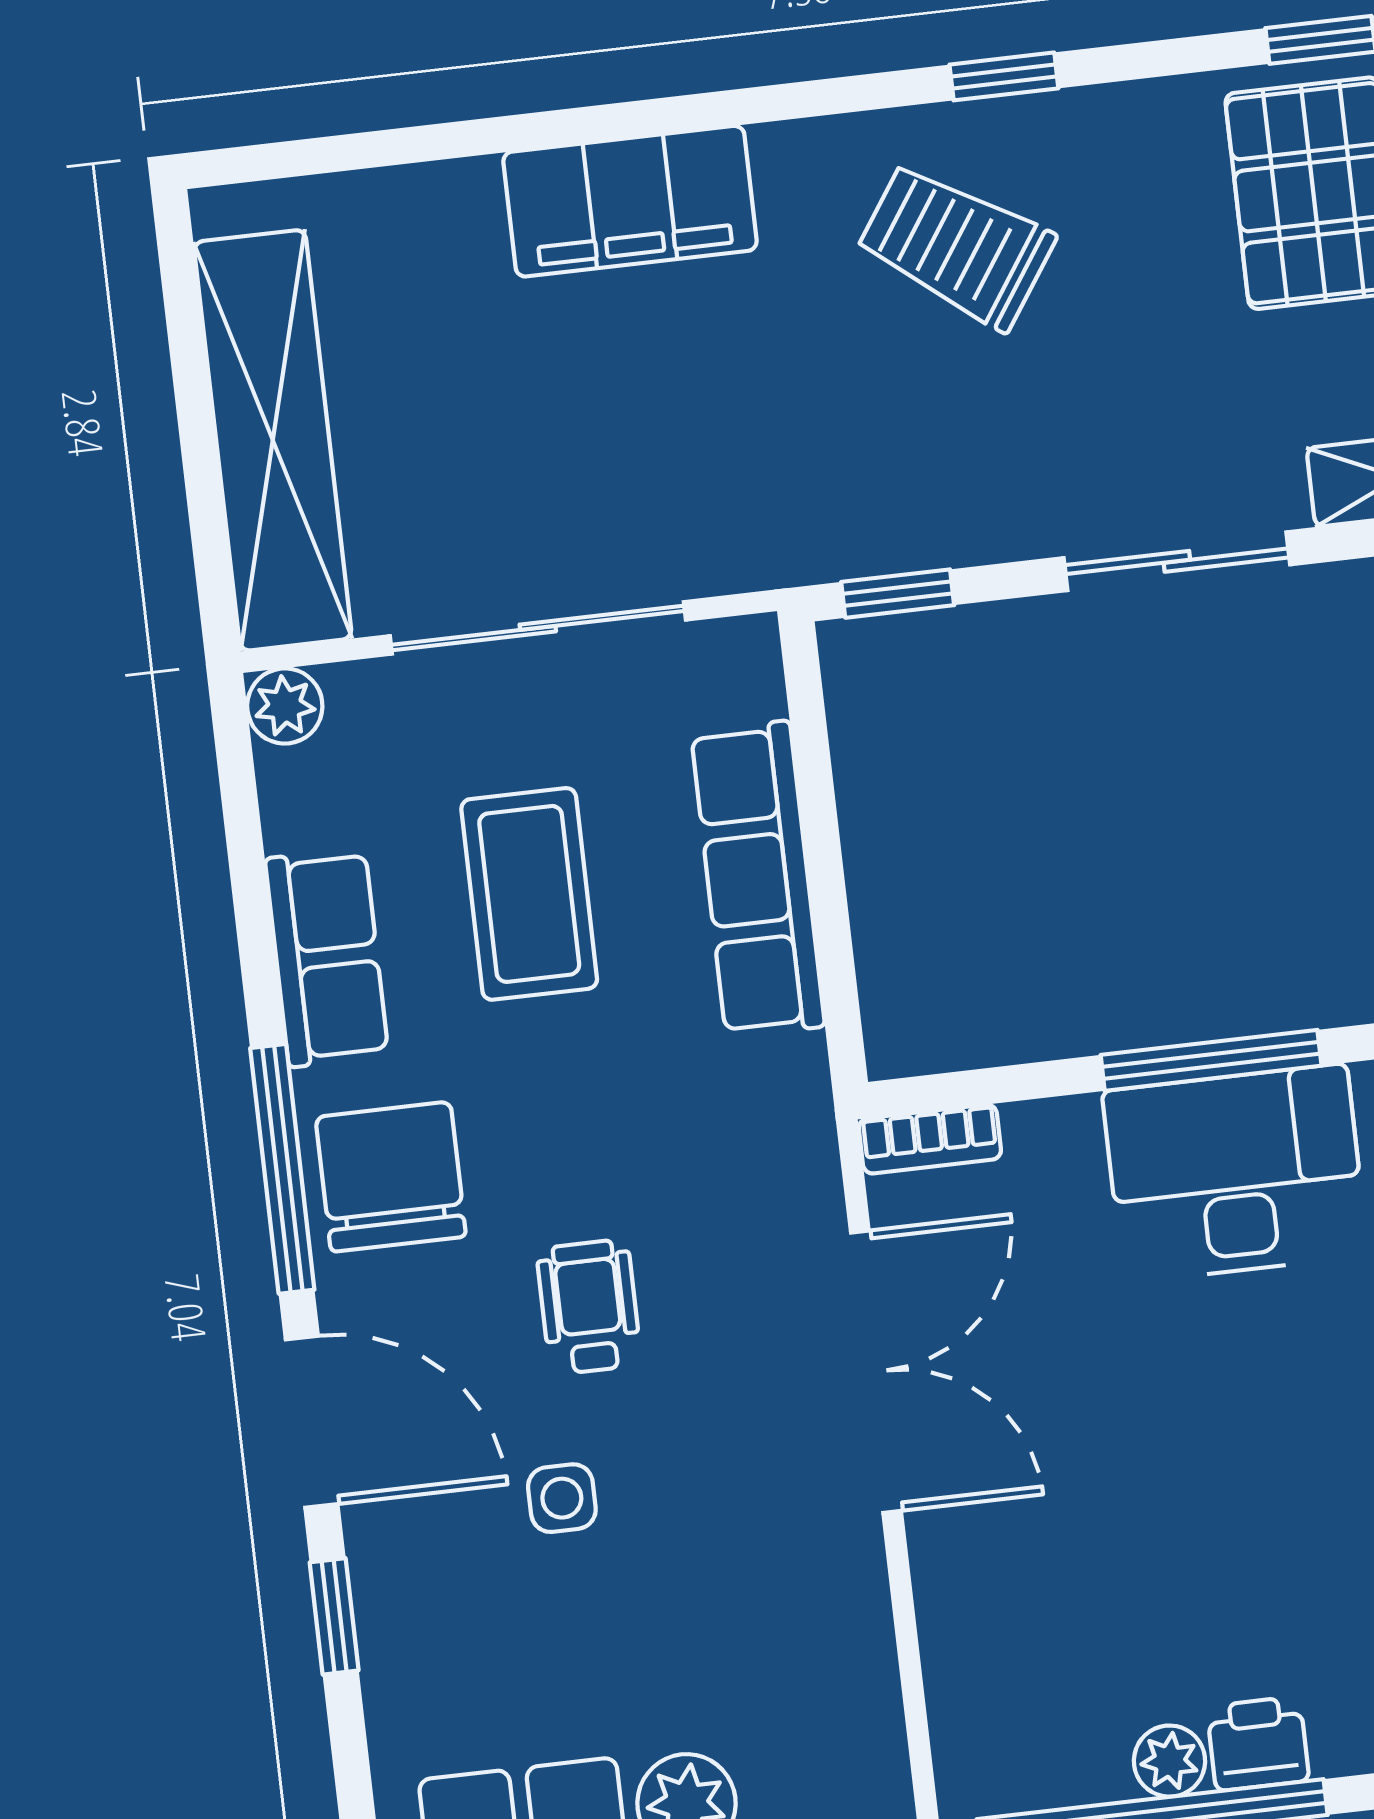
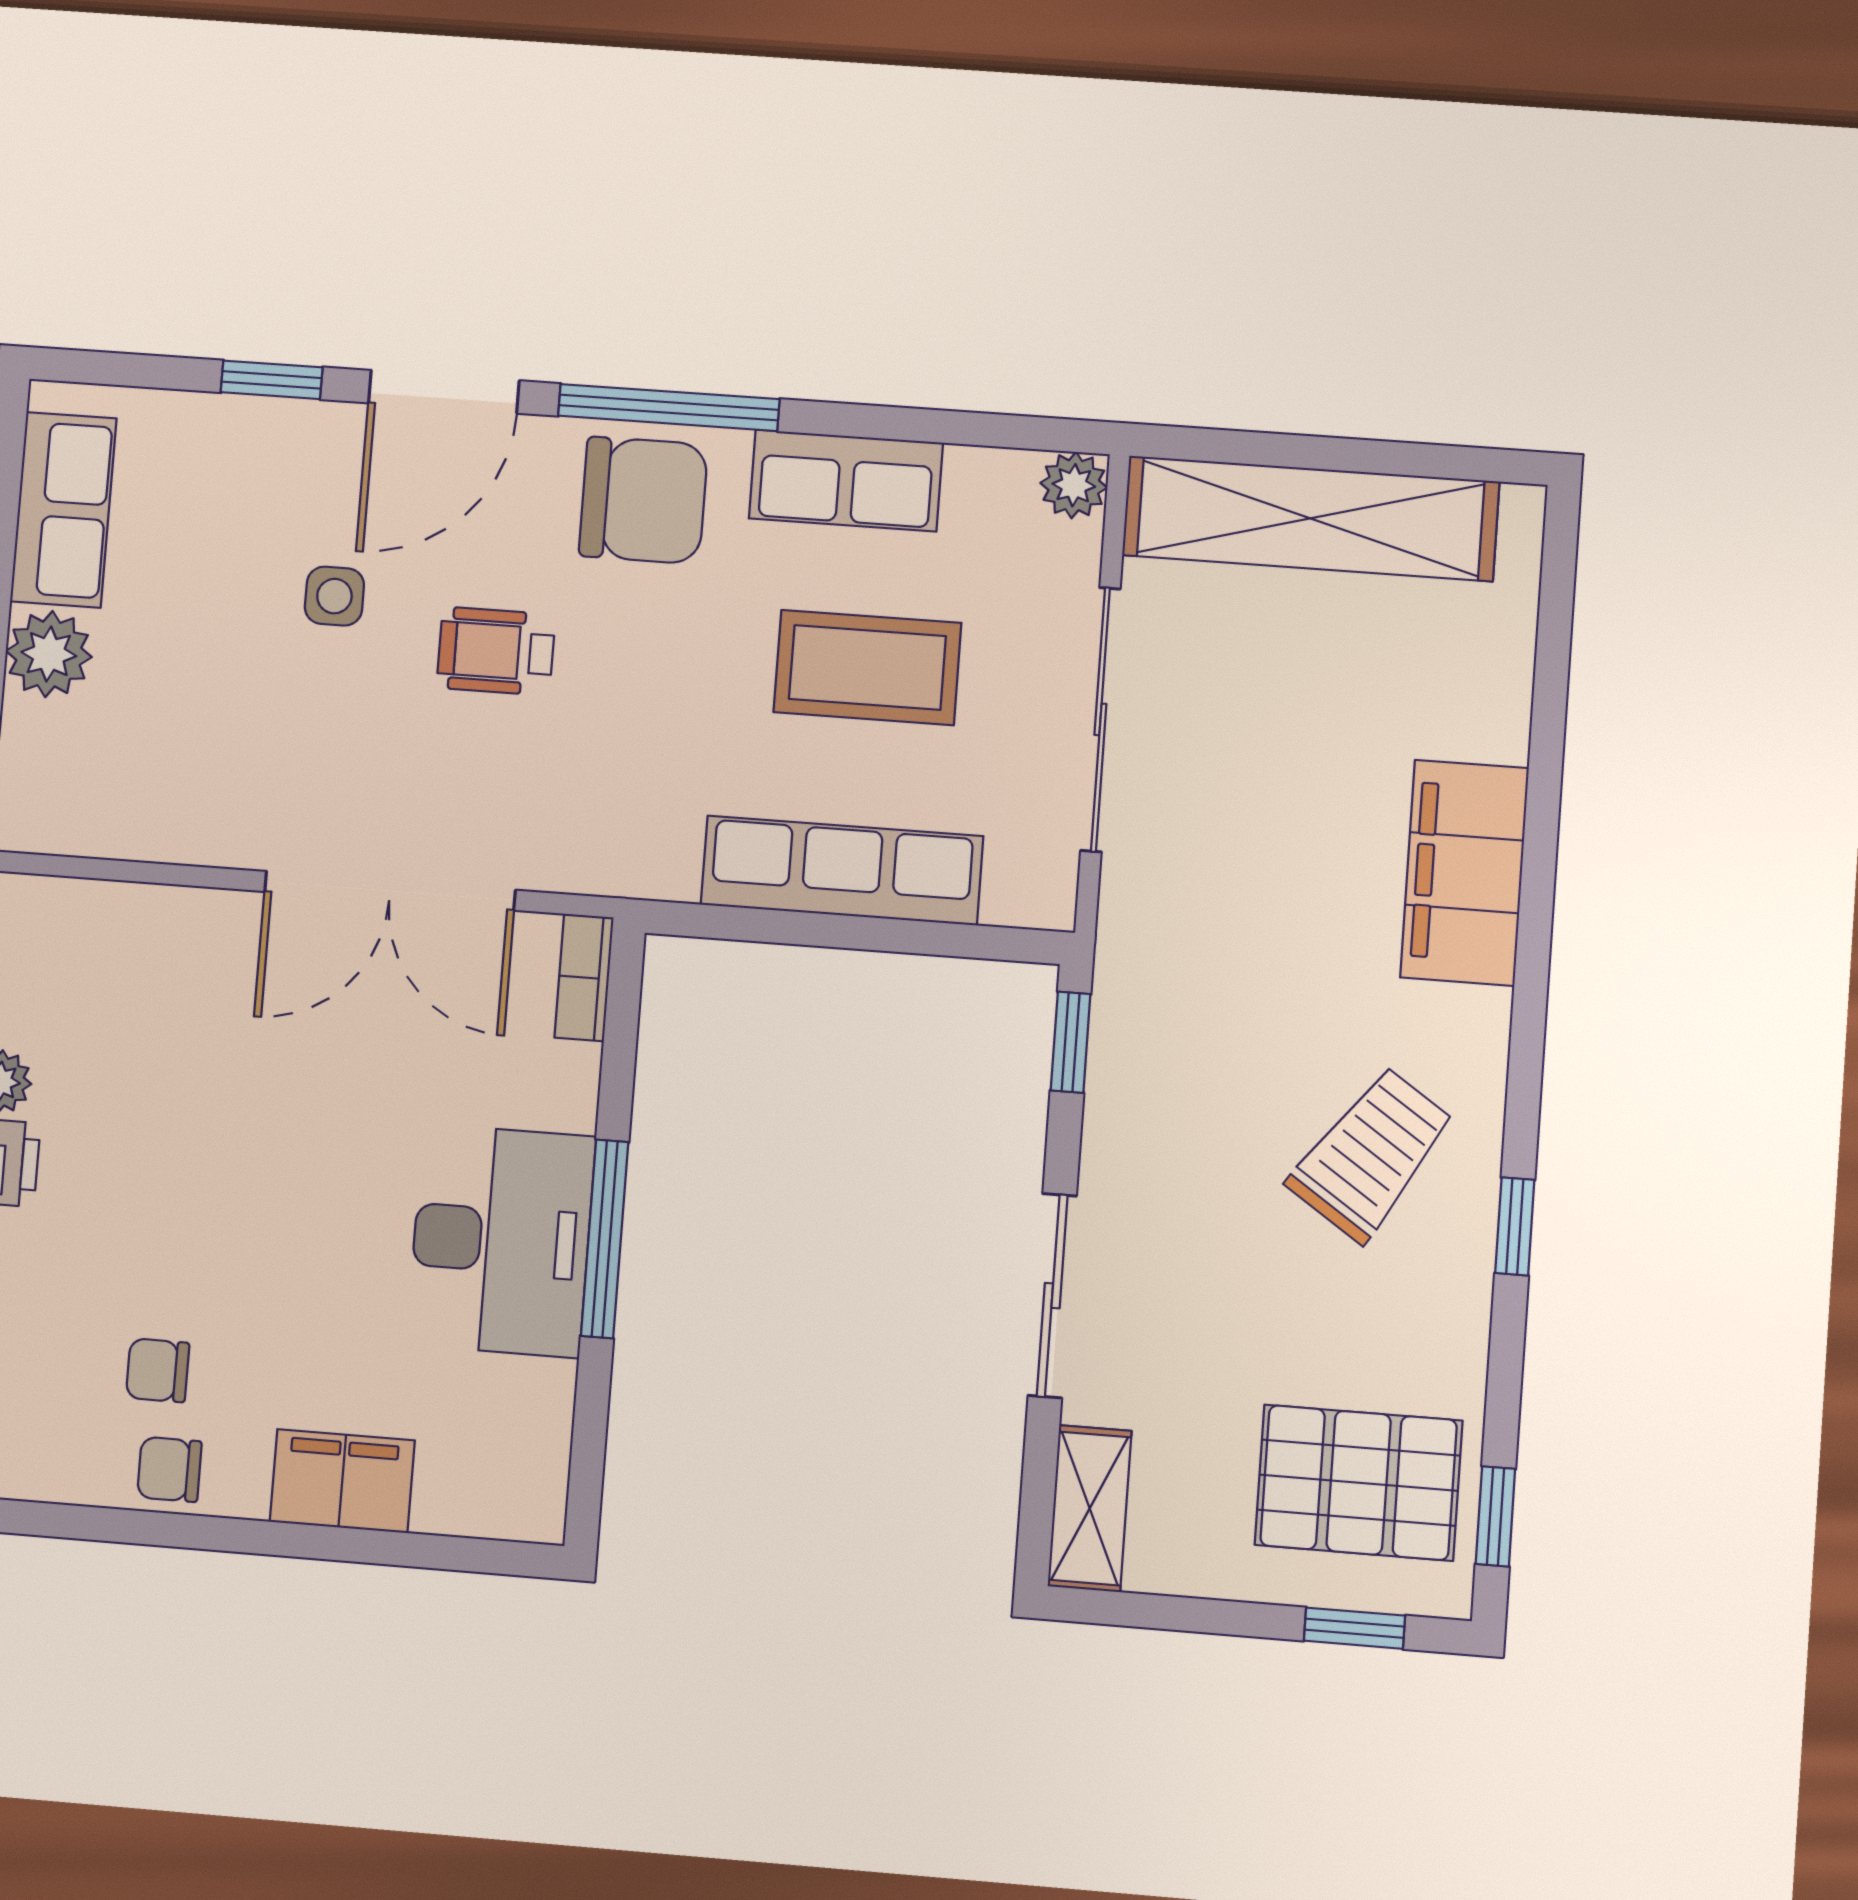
wheelchair: (589, 1307) -> (496, 651), turned 180

